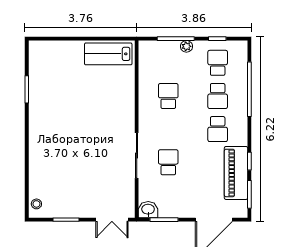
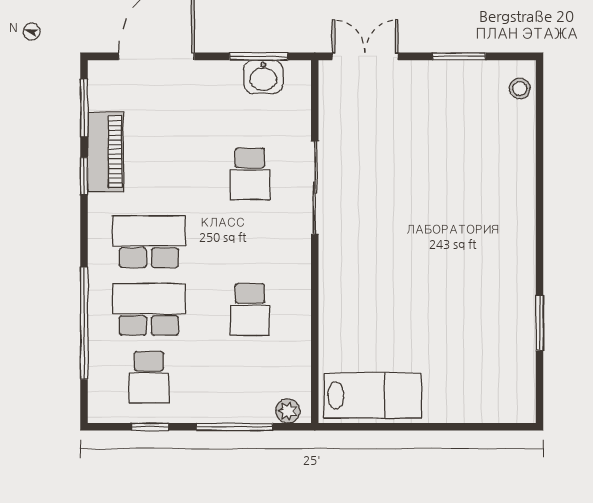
plant: (186, 46) -> (288, 411), moved
school desk: (218, 96) -> (149, 309), width x1.85
school desk: (218, 129) -> (149, 242), width x1.85
piano: (236, 173) -> (105, 152), width x0.73, depth x0.75
washbasin: (148, 210) -> (263, 77), moved

